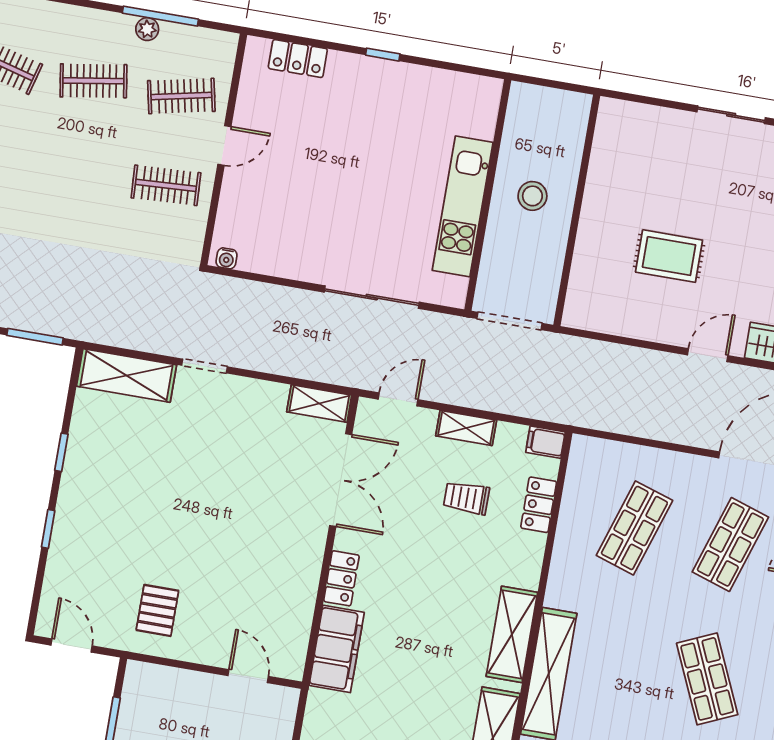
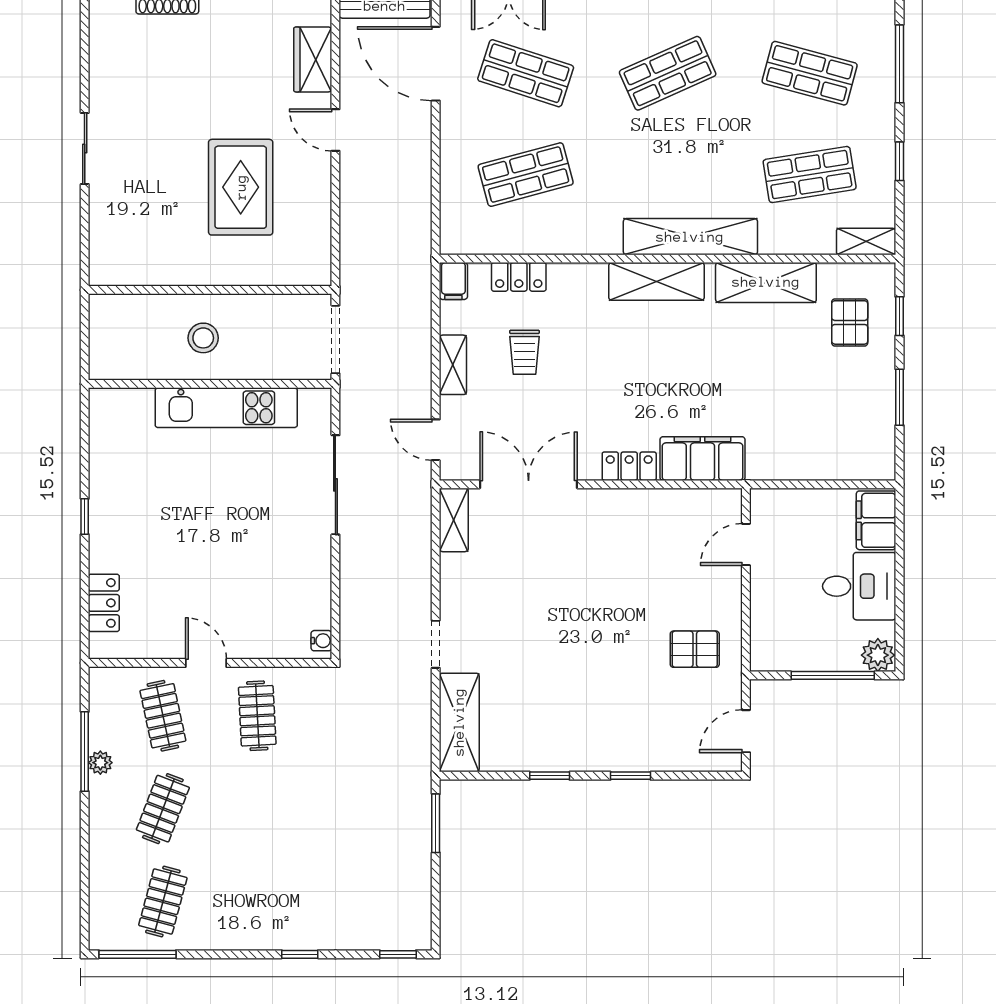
clothes rail: (93, 81) -> (163, 809), turned 30
rug: (669, 256) -> (241, 187), width x1.36, depth x1.43
shop shelf: (634, 528) -> (526, 175), turned -33

